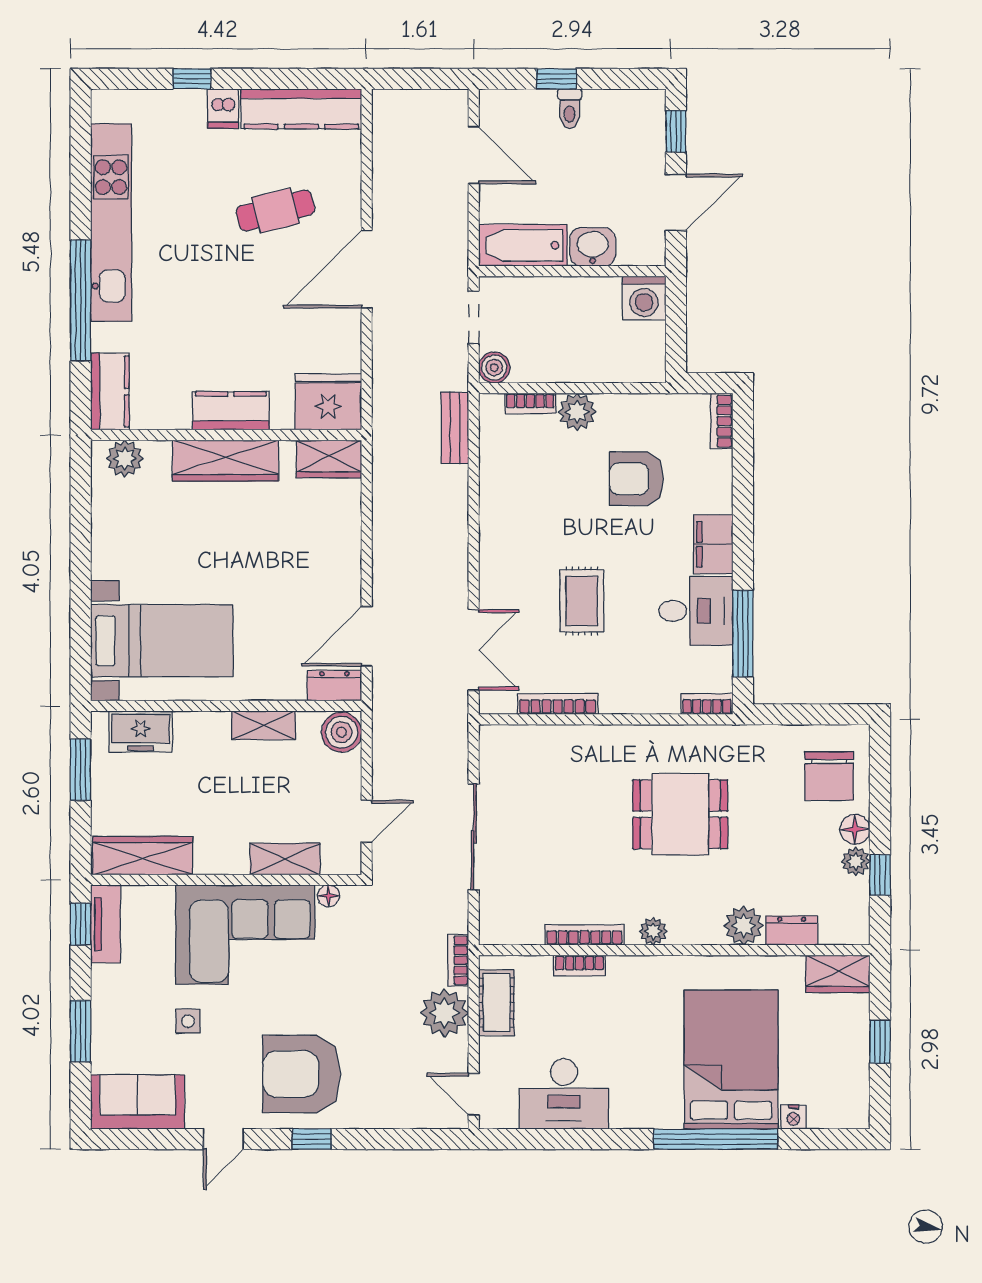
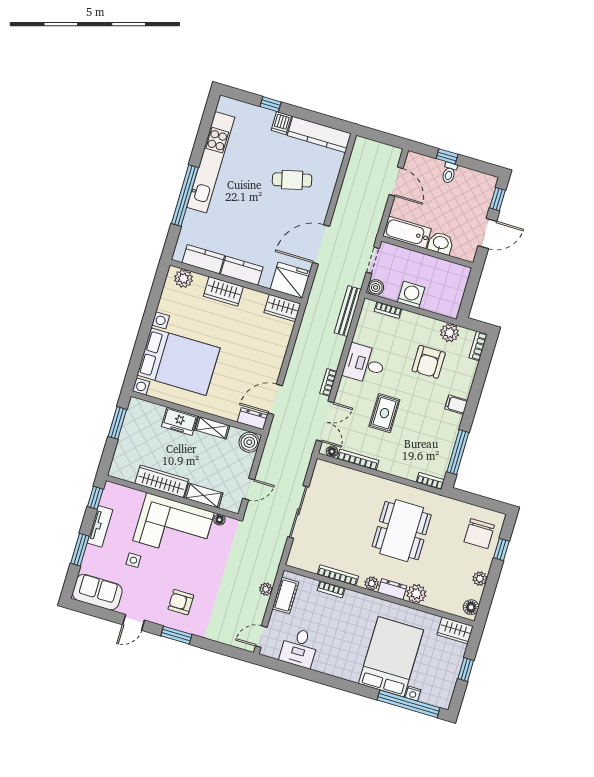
door: (367, 269) -> (321, 244), moved
washing machine: (644, 298) -> (411, 295), moved, turned 180
kitchen counter: (110, 392) -> (203, 259), moved, turned -90
plant: (577, 412) -> (450, 333), moved
bench: (455, 428) -> (348, 311), width x1.36
wardrobe: (225, 461) -> (223, 291), width x0.67
armchair: (637, 479) -> (429, 362), turned -90
filing cabinet: (713, 544) -> (456, 405), width x0.50
desk: (696, 611) -> (364, 364), moved, turned 180
bed with nightstands: (162, 641) -> (178, 362), width x1.36
floor lamp: (504, 703) -> (332, 451), added
freezer: (141, 731) -> (179, 421), moved
dining table: (680, 814) -> (402, 531), width x1.38
floor lamp: (855, 829) -> (471, 607), moved
wardrobe: (142, 856) -> (162, 481), moved
window: (880, 875) -> (501, 549), moved
tv unit: (105, 924) -> (100, 526), moved
dresser: (792, 931) -> (392, 589), moved
bookcase: (458, 960) -> (328, 382), moved
plant: (444, 1013) -> (266, 589), width x0.53, depth x0.53
armchair: (302, 1074) -> (181, 602), width x0.53, depth x0.53
door: (474, 1094) -> (261, 637), hinge flipped
desk: (564, 1094) -> (299, 648), width x0.73
window: (312, 1139) -> (176, 635), width x1.50
window: (716, 1139) -> (409, 704), moved

